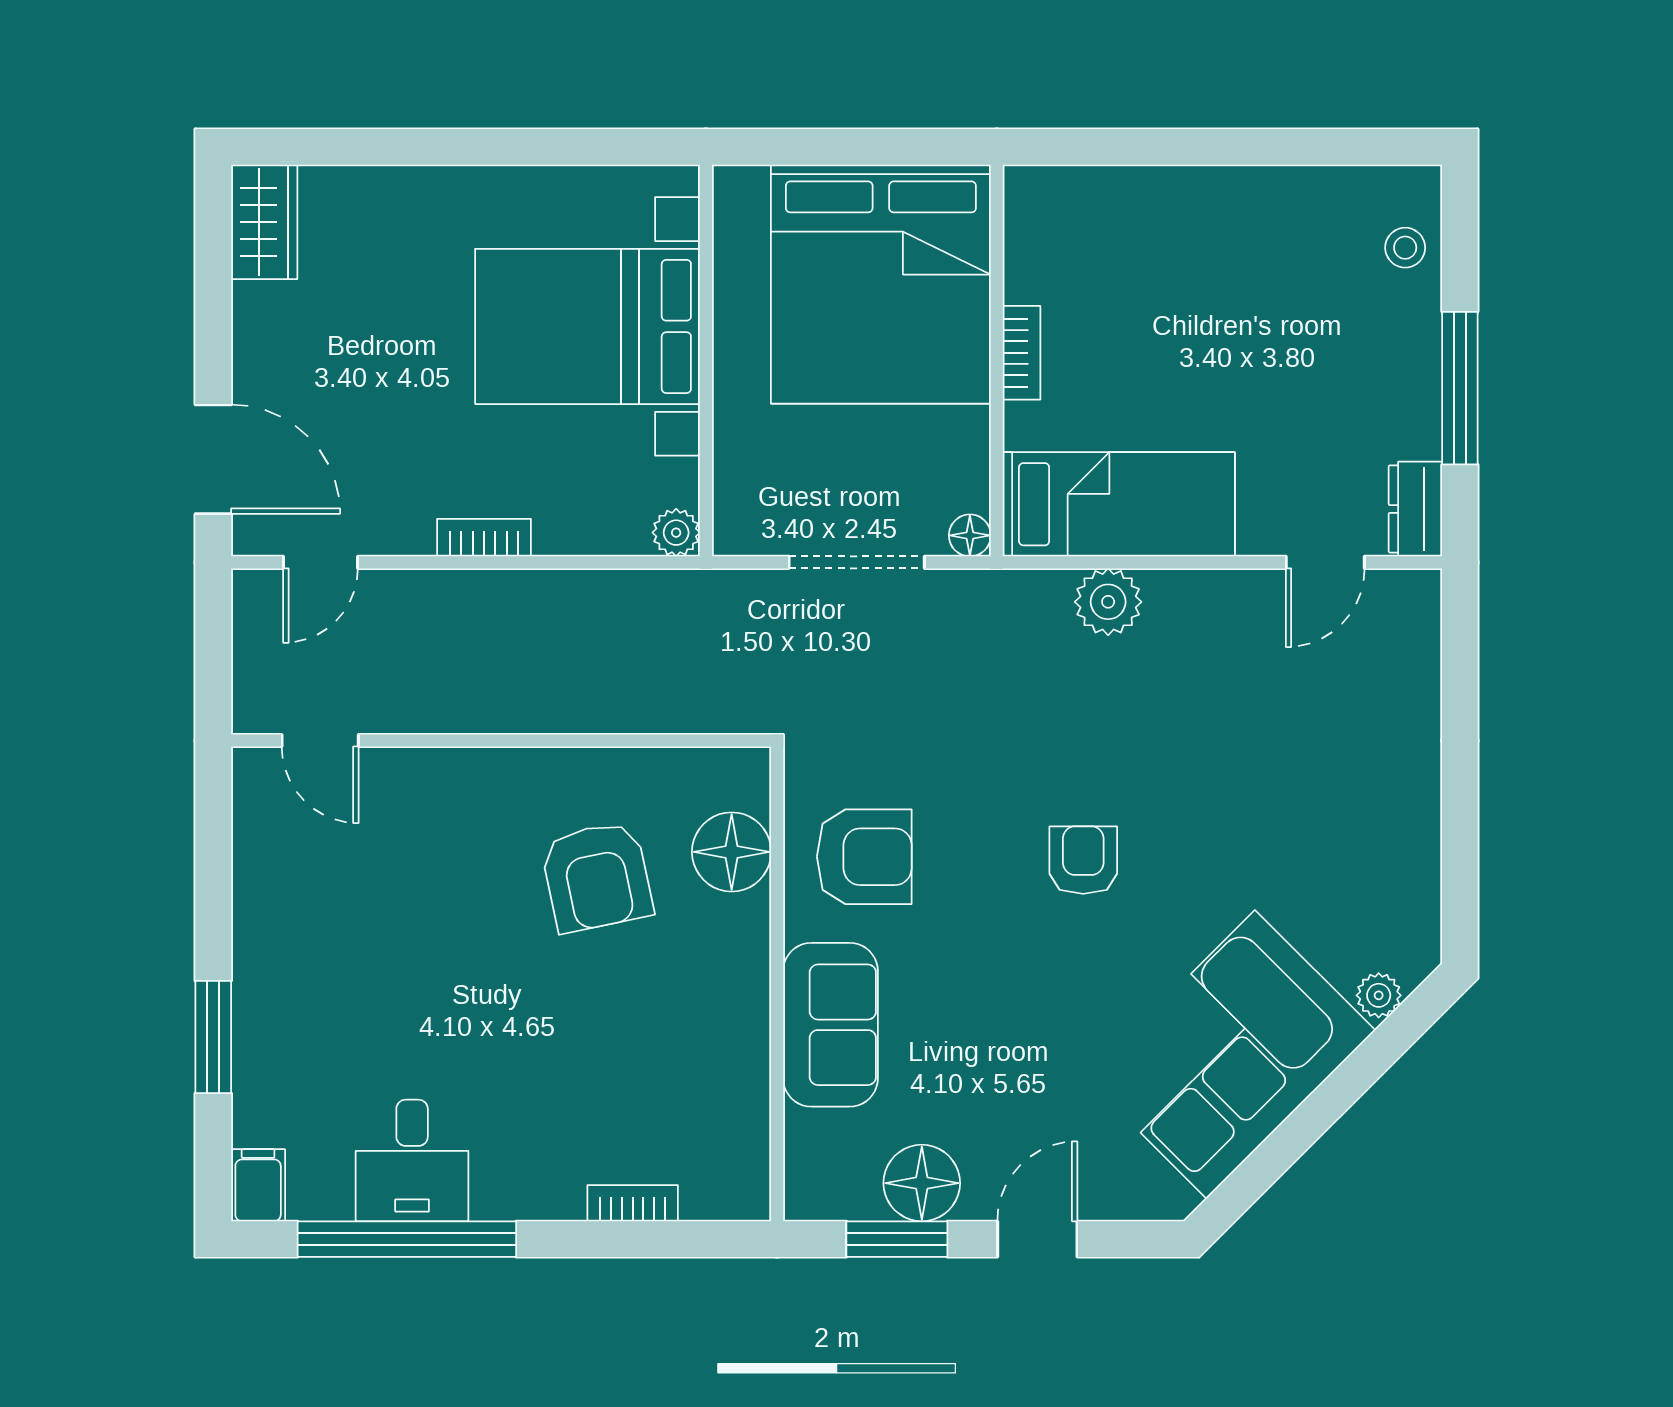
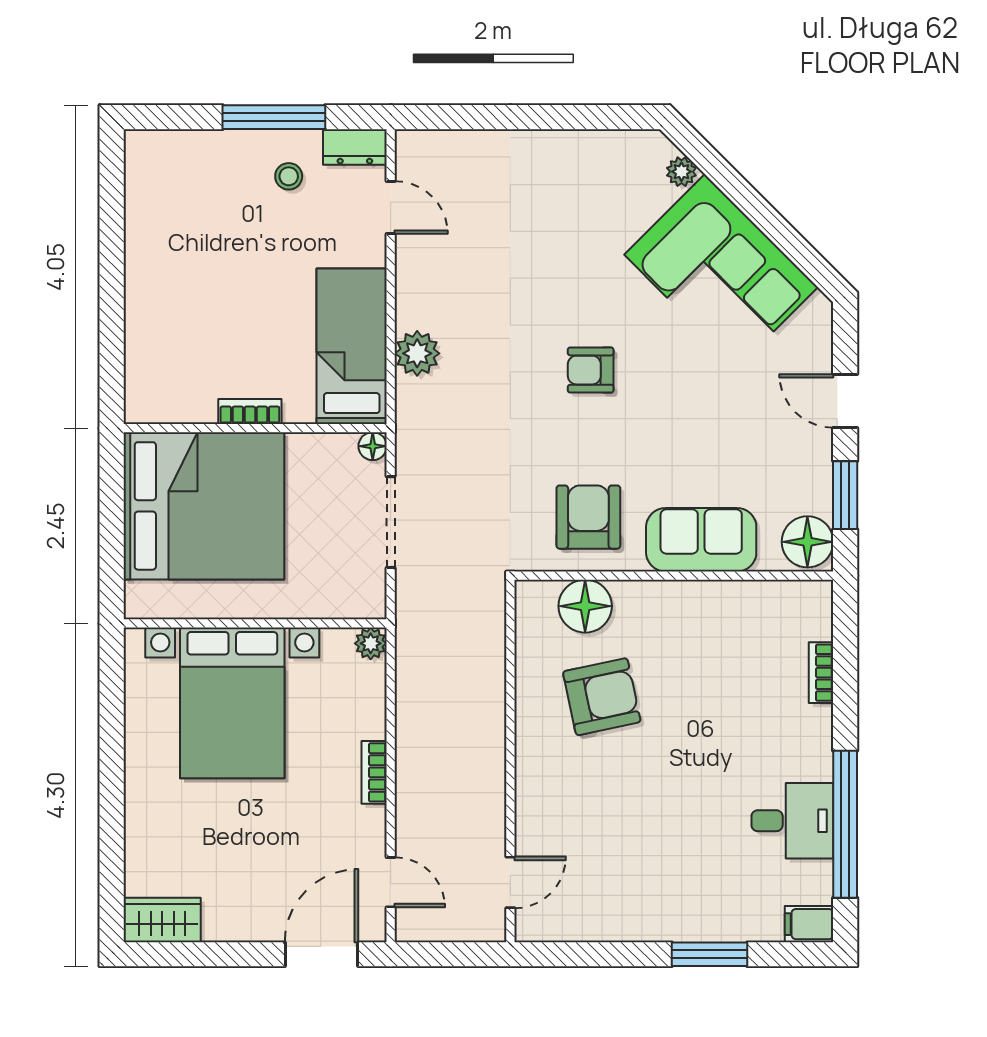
stool: (1405, 248) -> (289, 176), moved
floor lamp: (922, 1183) -> (807, 542), moved

